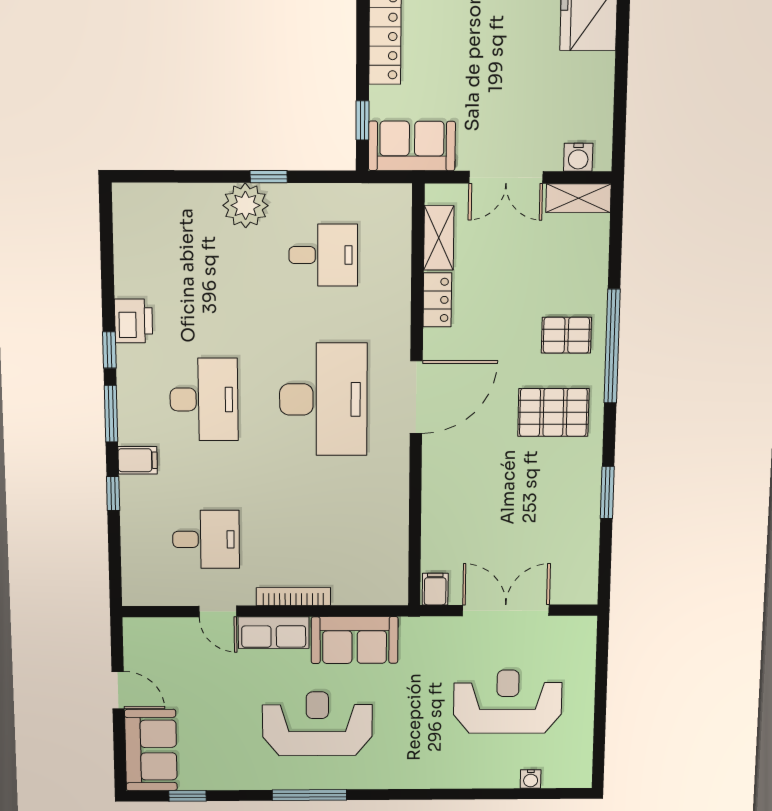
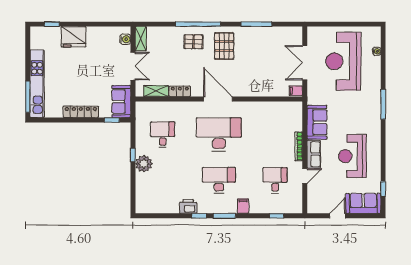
pallet: (566, 335) -> (194, 42), turned 90
window: (607, 493) -> (256, 24), width x1.44
window: (113, 494) -> (277, 216), moved
reception desk: (508, 702) -> (343, 61), width x1.36, depth x1.30
reception desk: (317, 724) -> (352, 156), moved
window: (309, 795) -> (383, 104), moved

